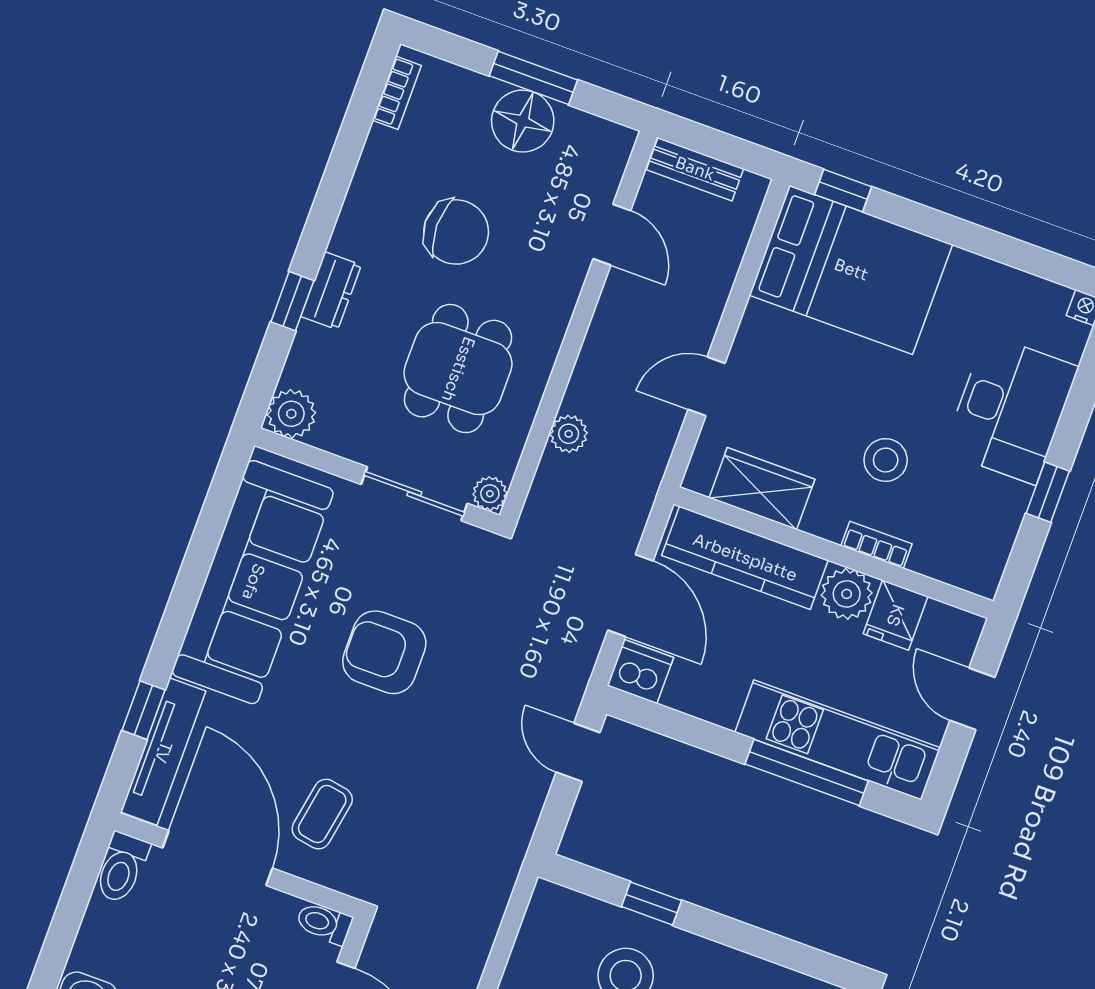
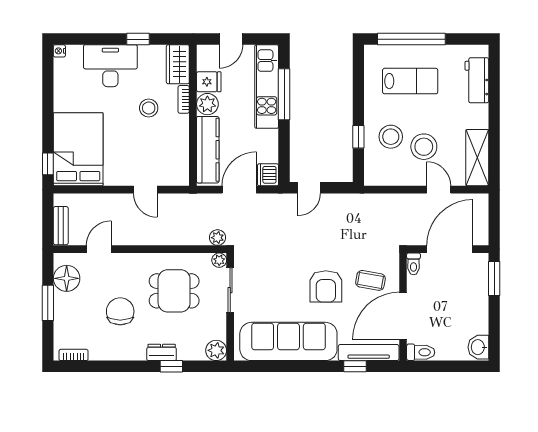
floor lamp: (523, 121) -> (67, 278), moved
plant: (569, 434) -> (217, 238), moved
wardrobe: (762, 489) -> (178, 64), moved
armchair: (384, 652) -> (326, 286), moved

